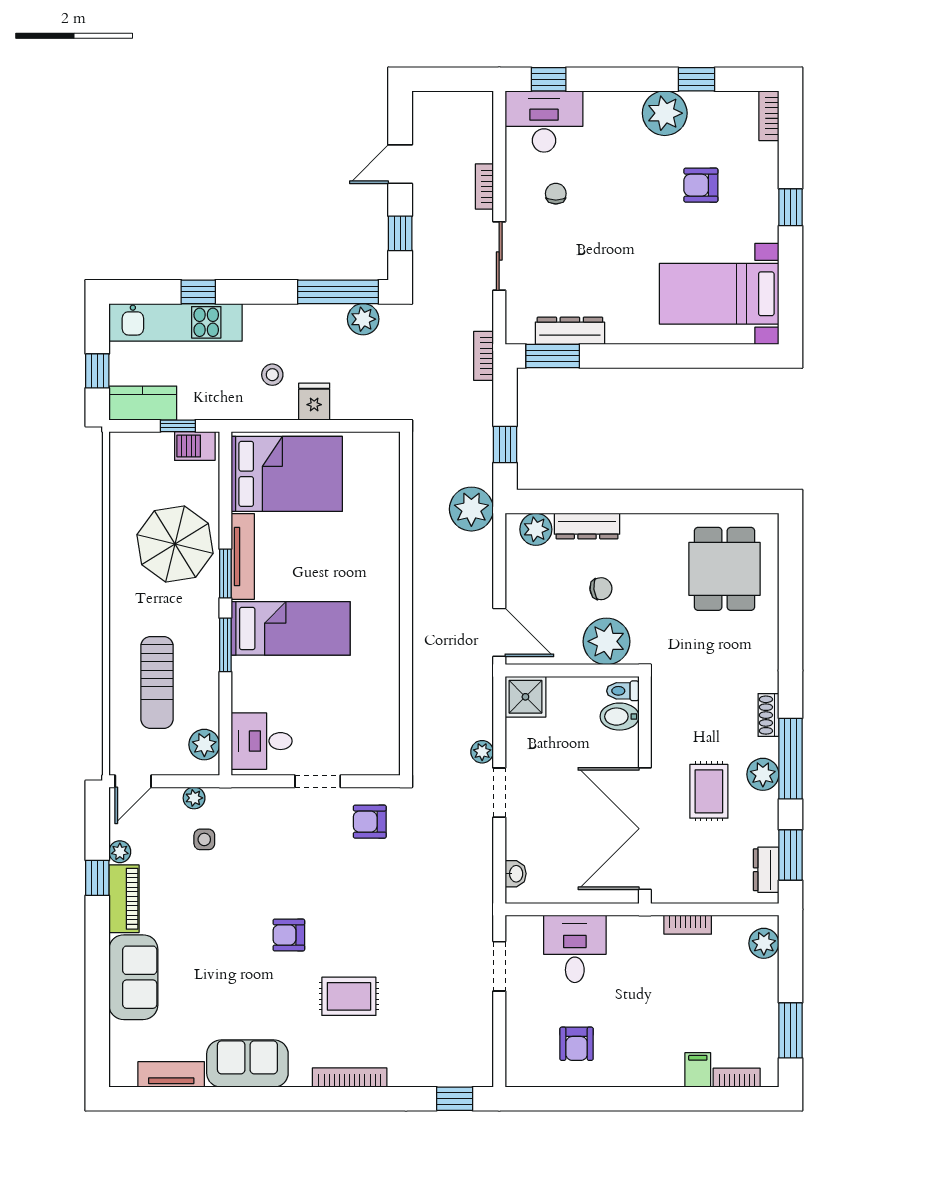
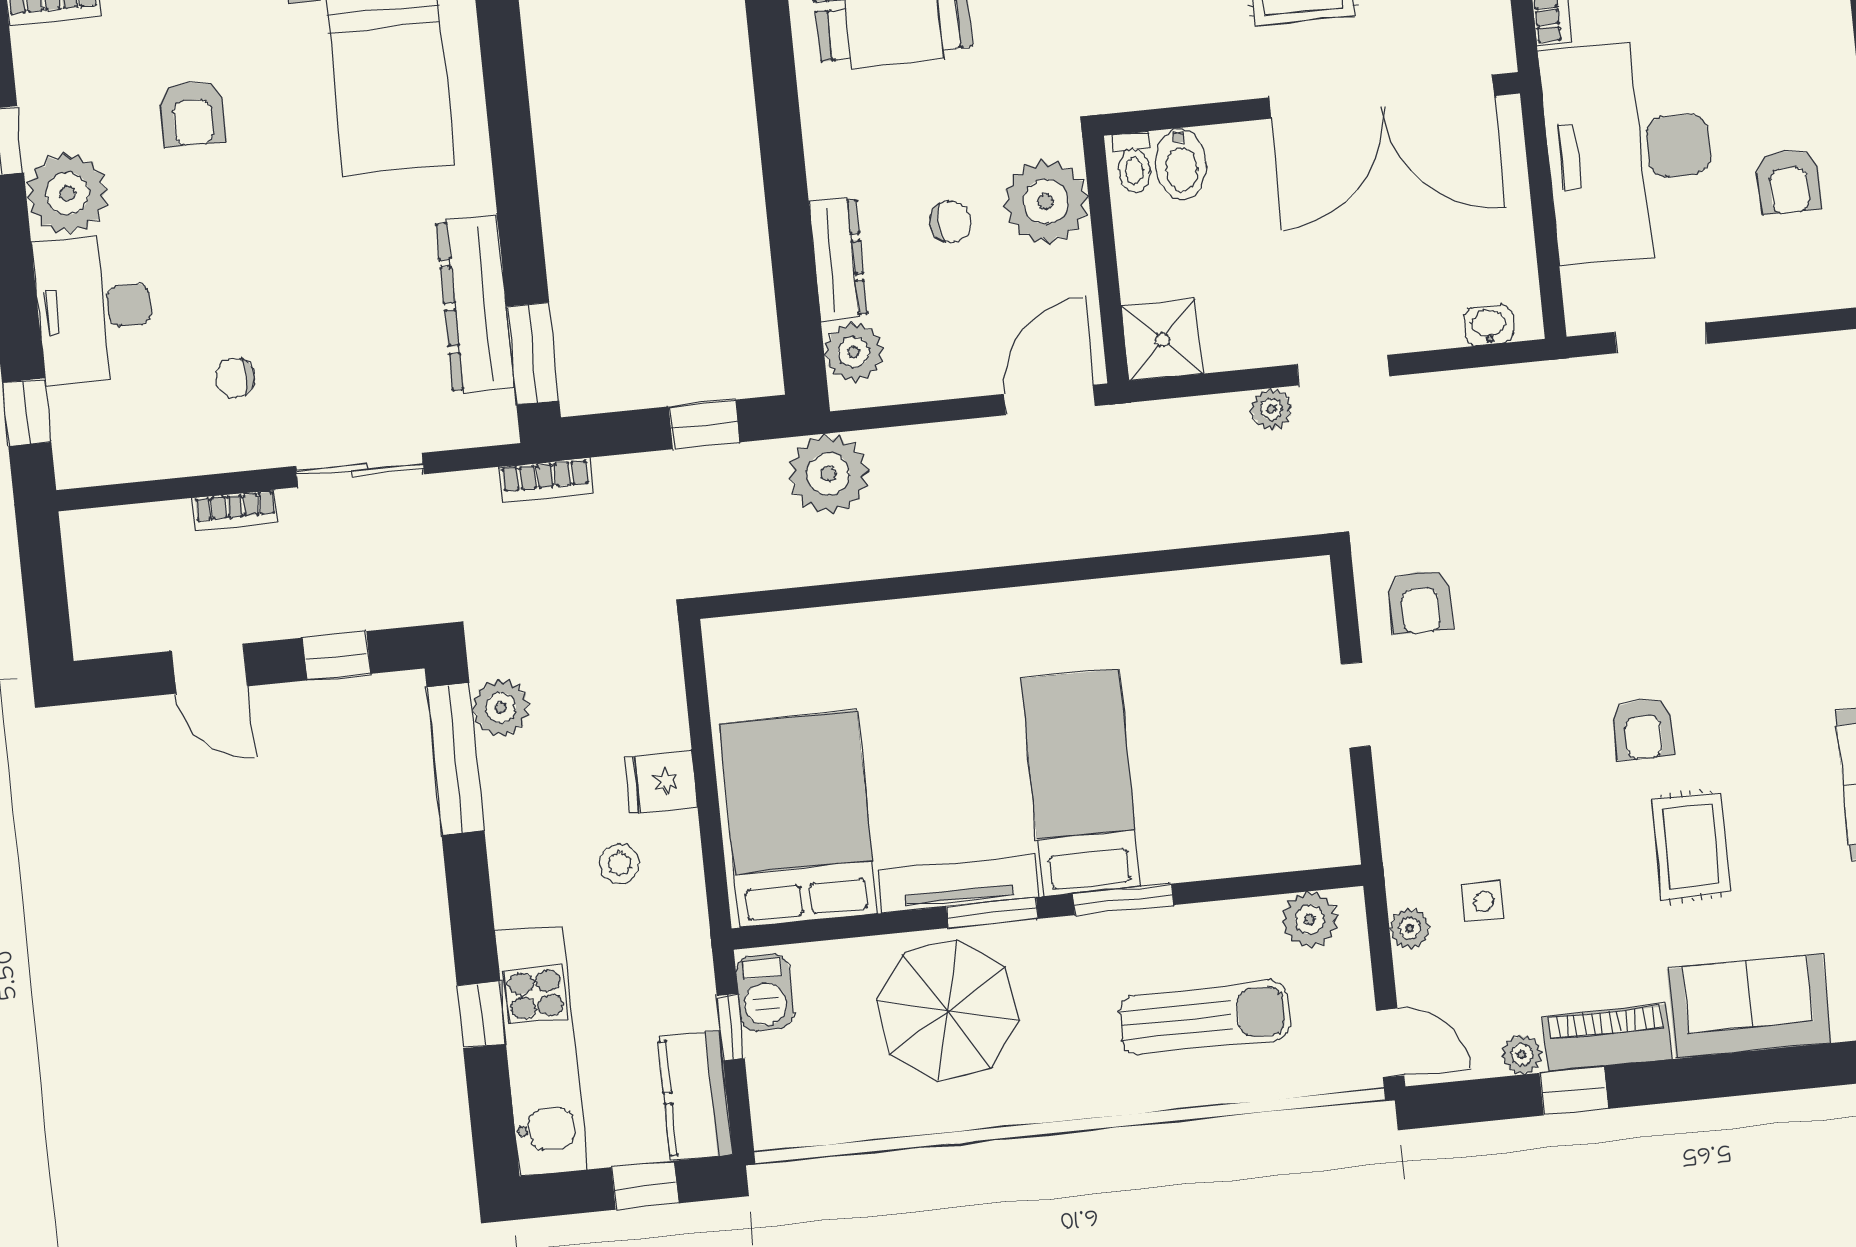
desk: (544, 121) -> (94, 308), moved
dresser: (570, 331) -> (475, 304), width x1.37, depth x1.24
chair: (601, 589) -> (950, 222), turned 96
desk: (262, 741) -> (1293, 815), removed
desk: (575, 949) -> (1629, 151), width x1.87, depth x1.30
rug: (349, 996) -> (1691, 846), moved
armchair: (577, 1044) -> (1789, 182), turned 90

